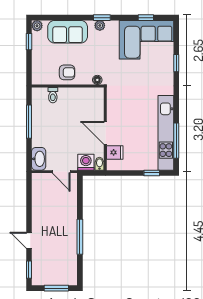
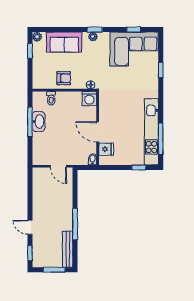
washbasin: (39, 159) -> (39, 121), moved
washing machine: (86, 162) -> (89, 99), moved, turned 180
bench: (71, 265) -> (68, 249), added

